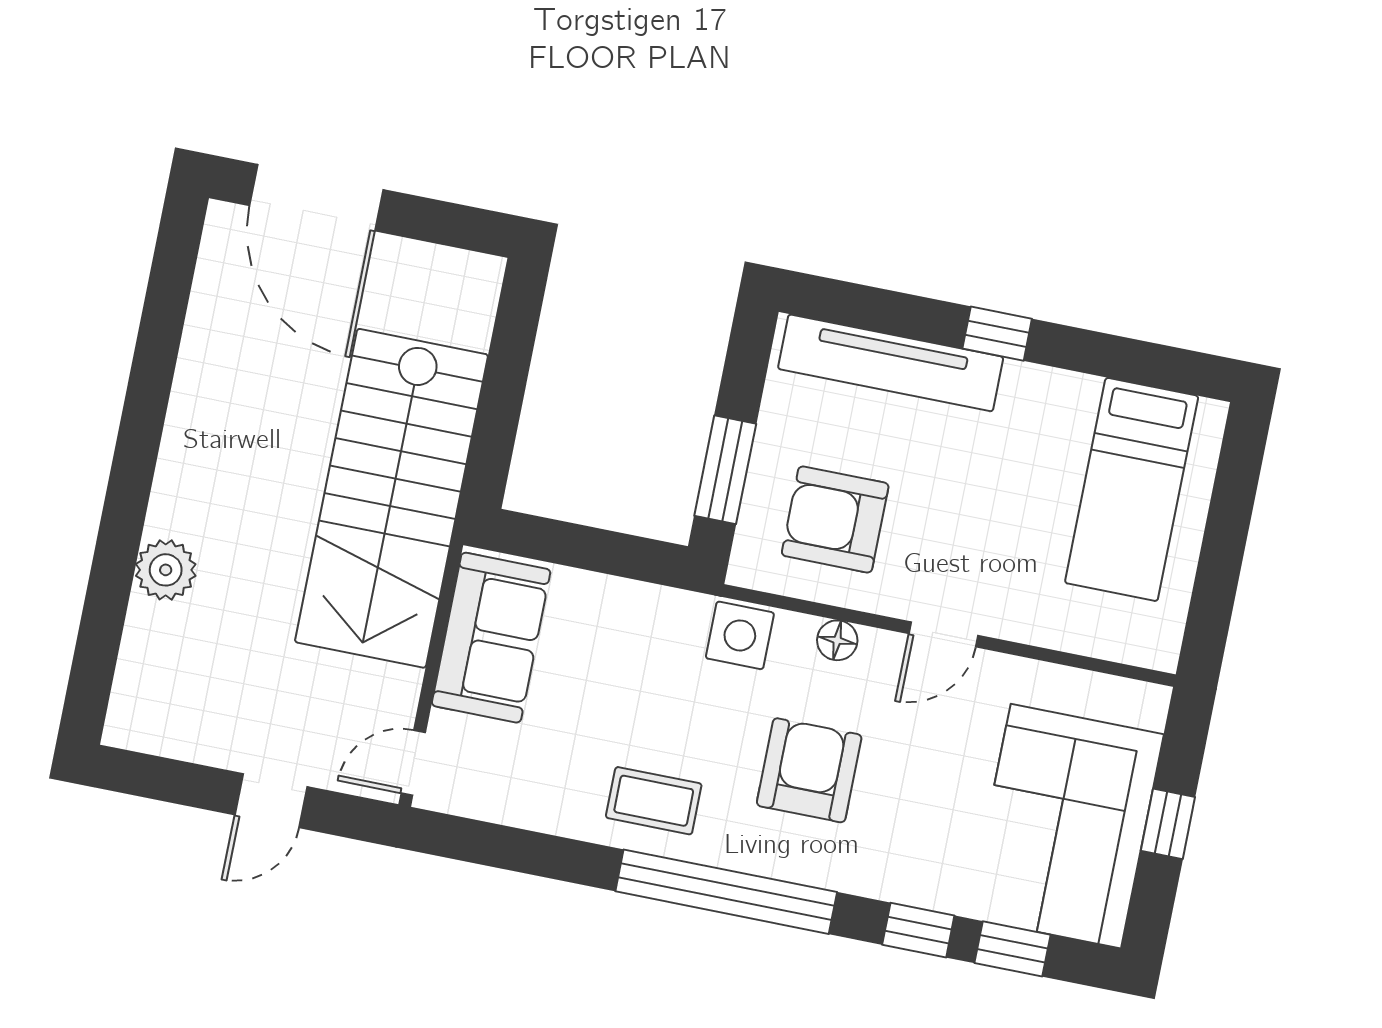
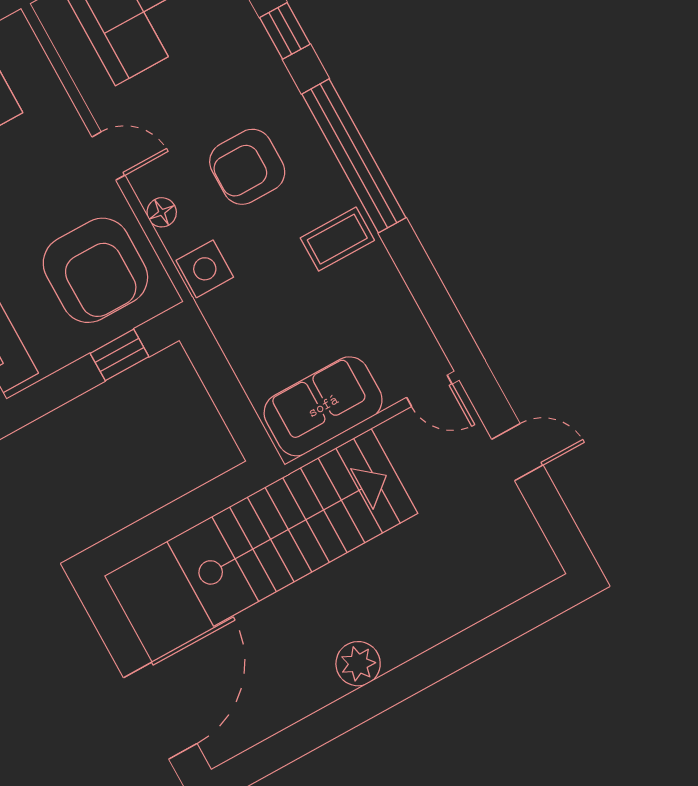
window: (725, 470) -> (119, 355), width x0.67
armchair: (835, 519) -> (95, 270), width x1.36, depth x1.36
plant: (166, 570) -> (358, 664), moved
coffee table: (654, 801) -> (337, 239), turned 90

